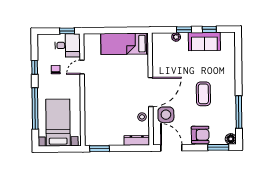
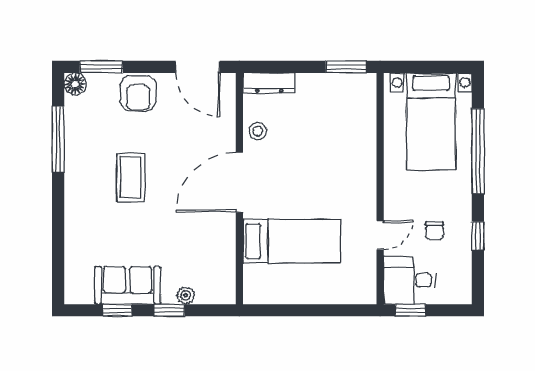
bed: (125, 44) -> (292, 241), moved
side table: (166, 115) -> (208, 135), removed
armchair: (200, 135) -> (138, 93), turned -90

